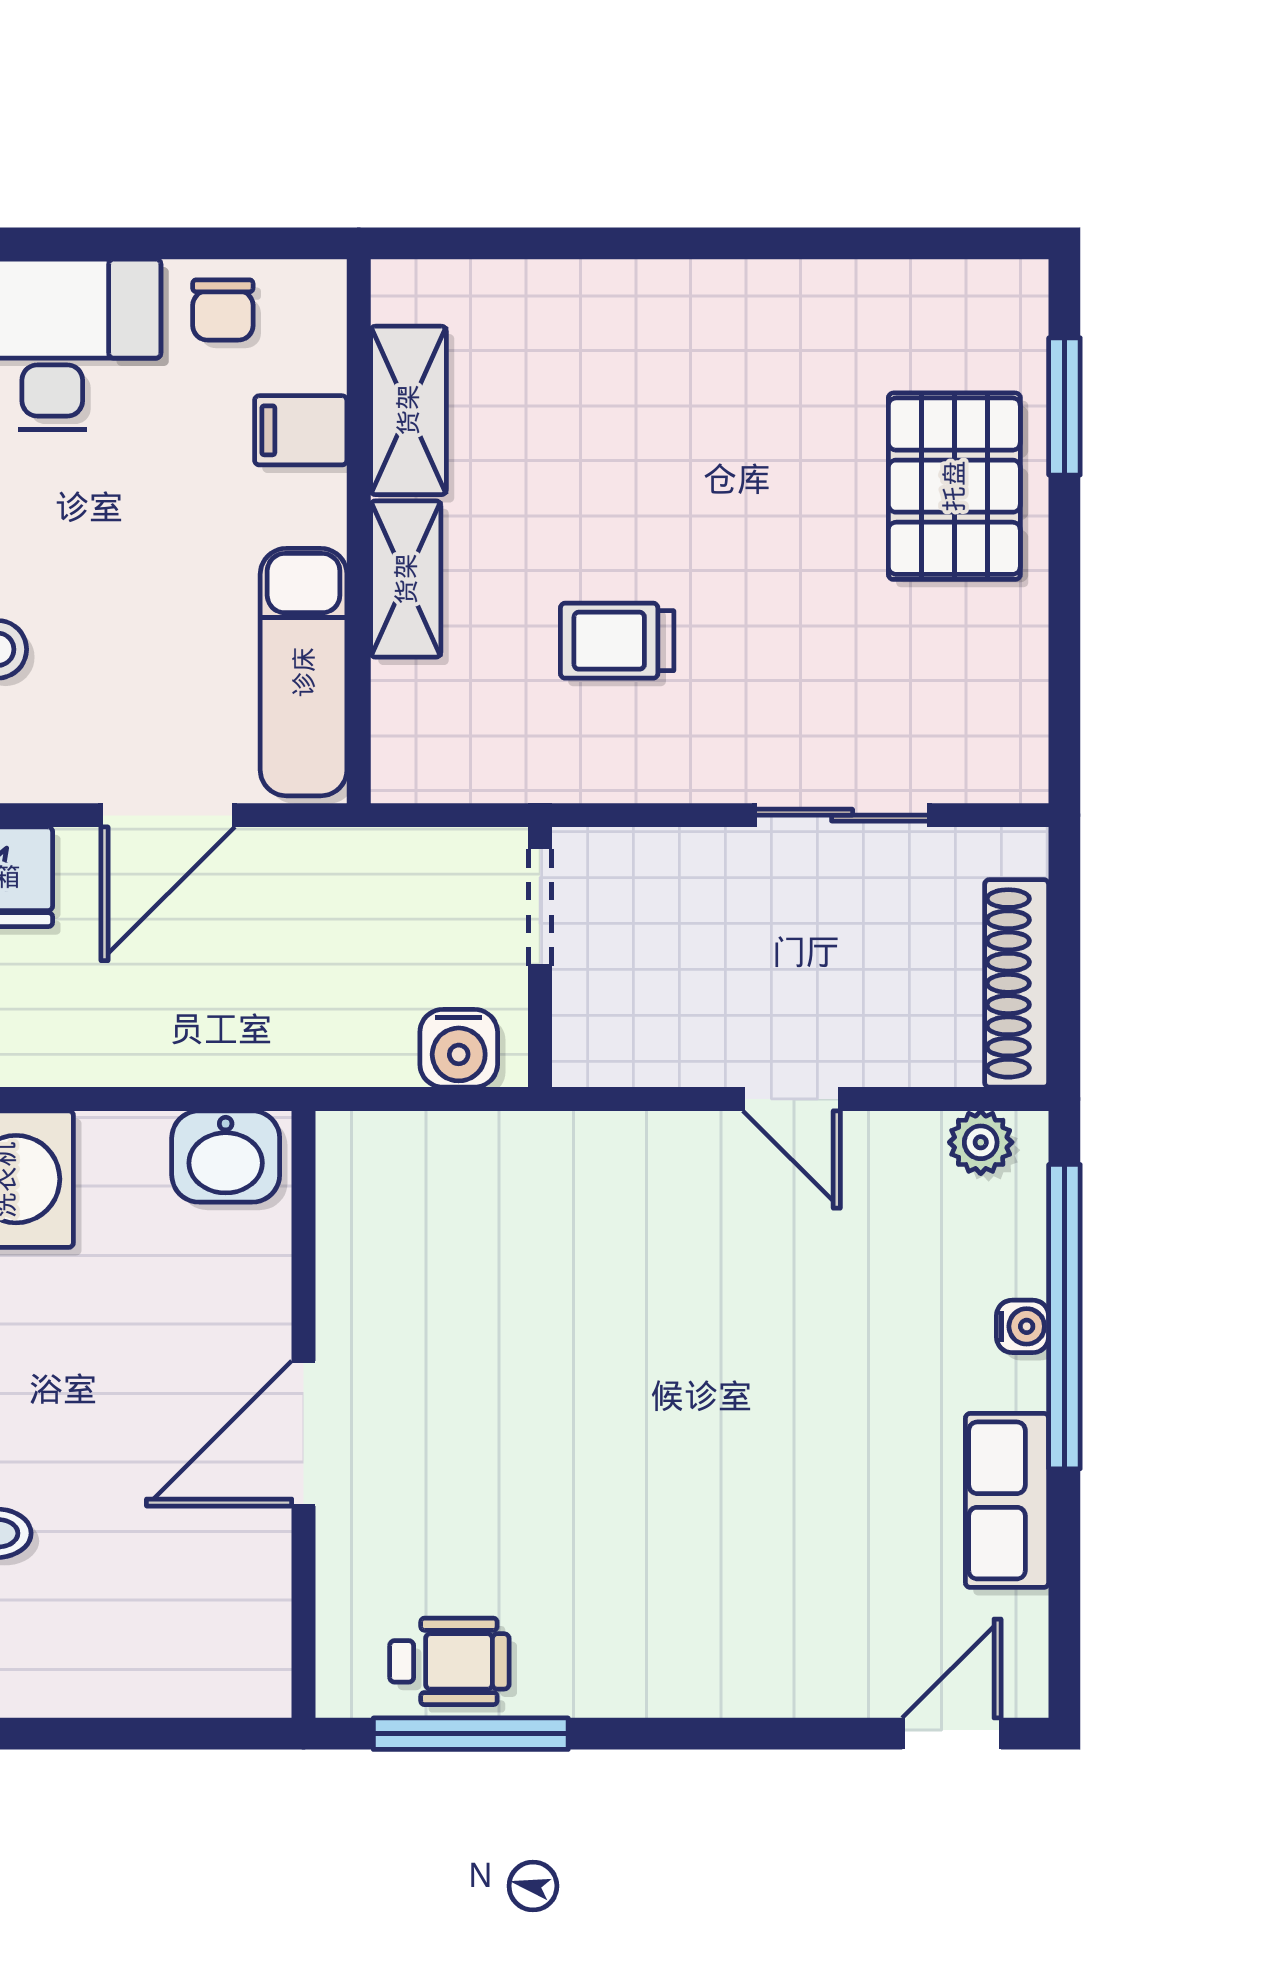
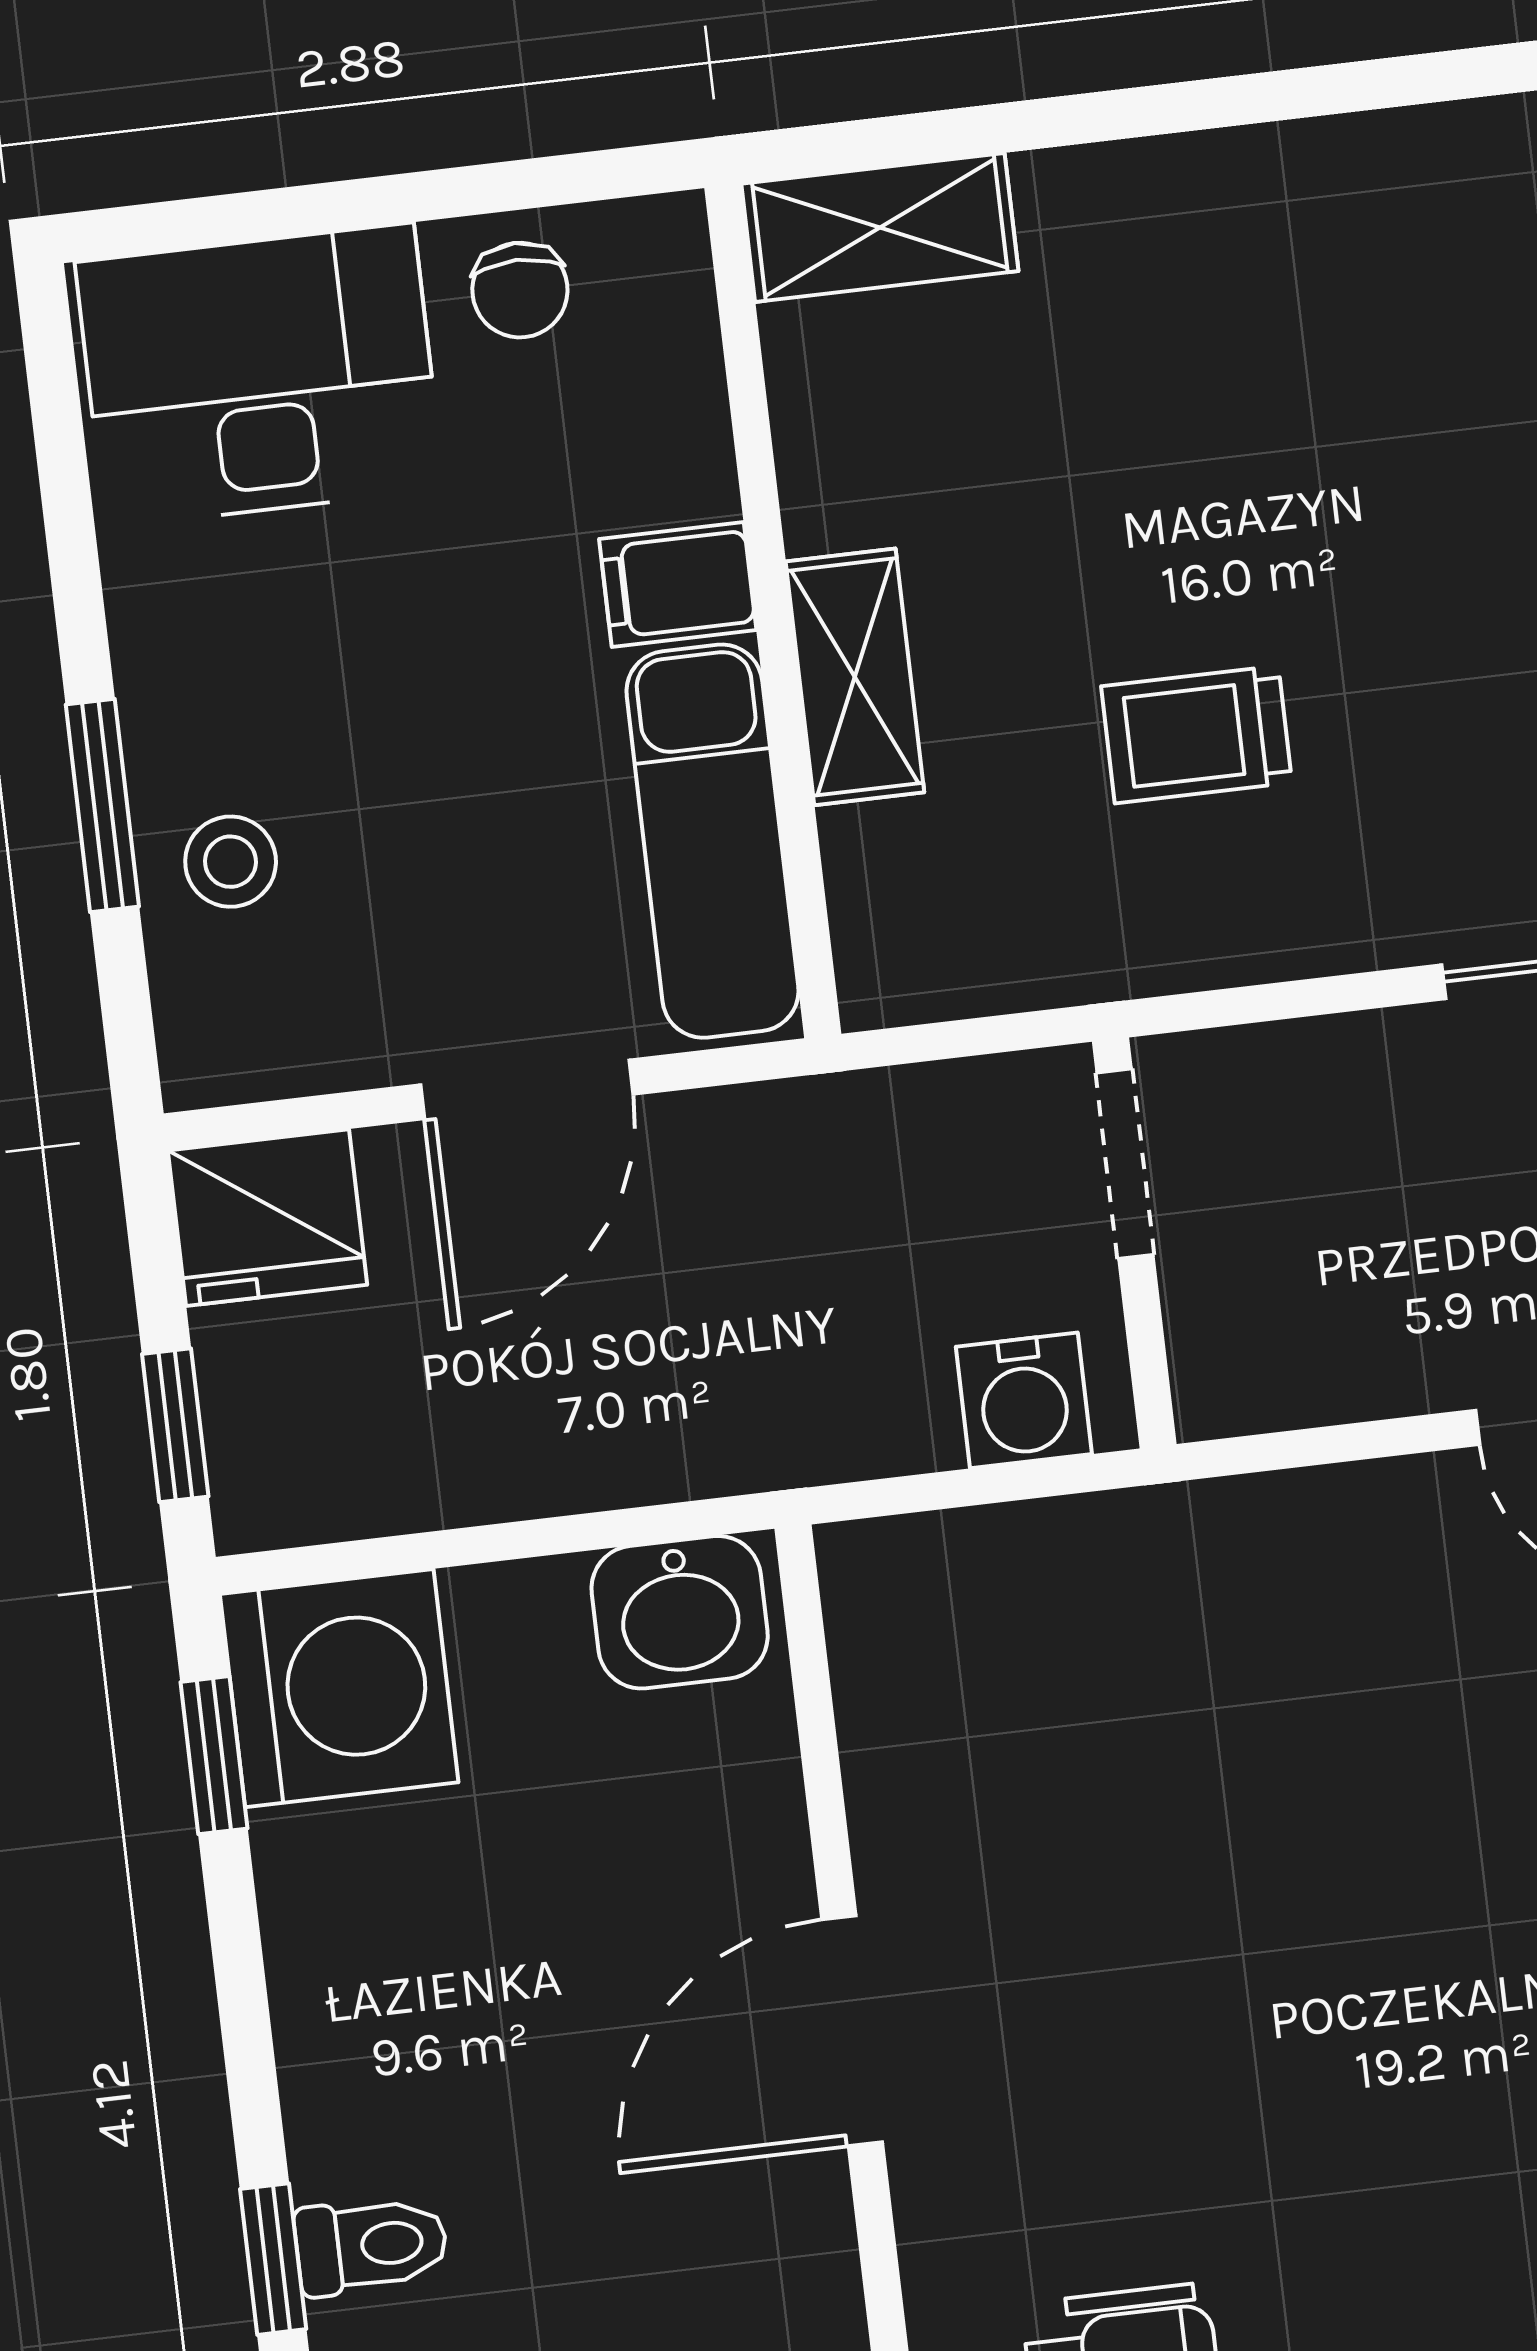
shelving: (408, 410) -> (880, 227), moved, turned 90
filing cabinet: (301, 430) -> (678, 584), moved

